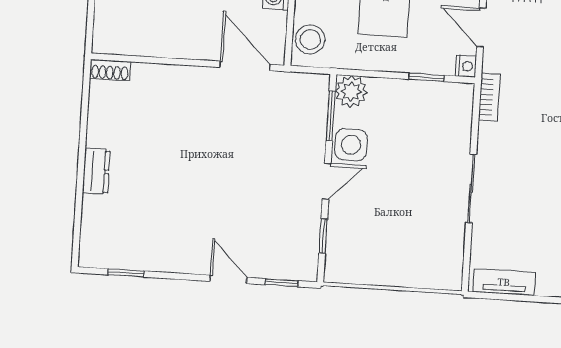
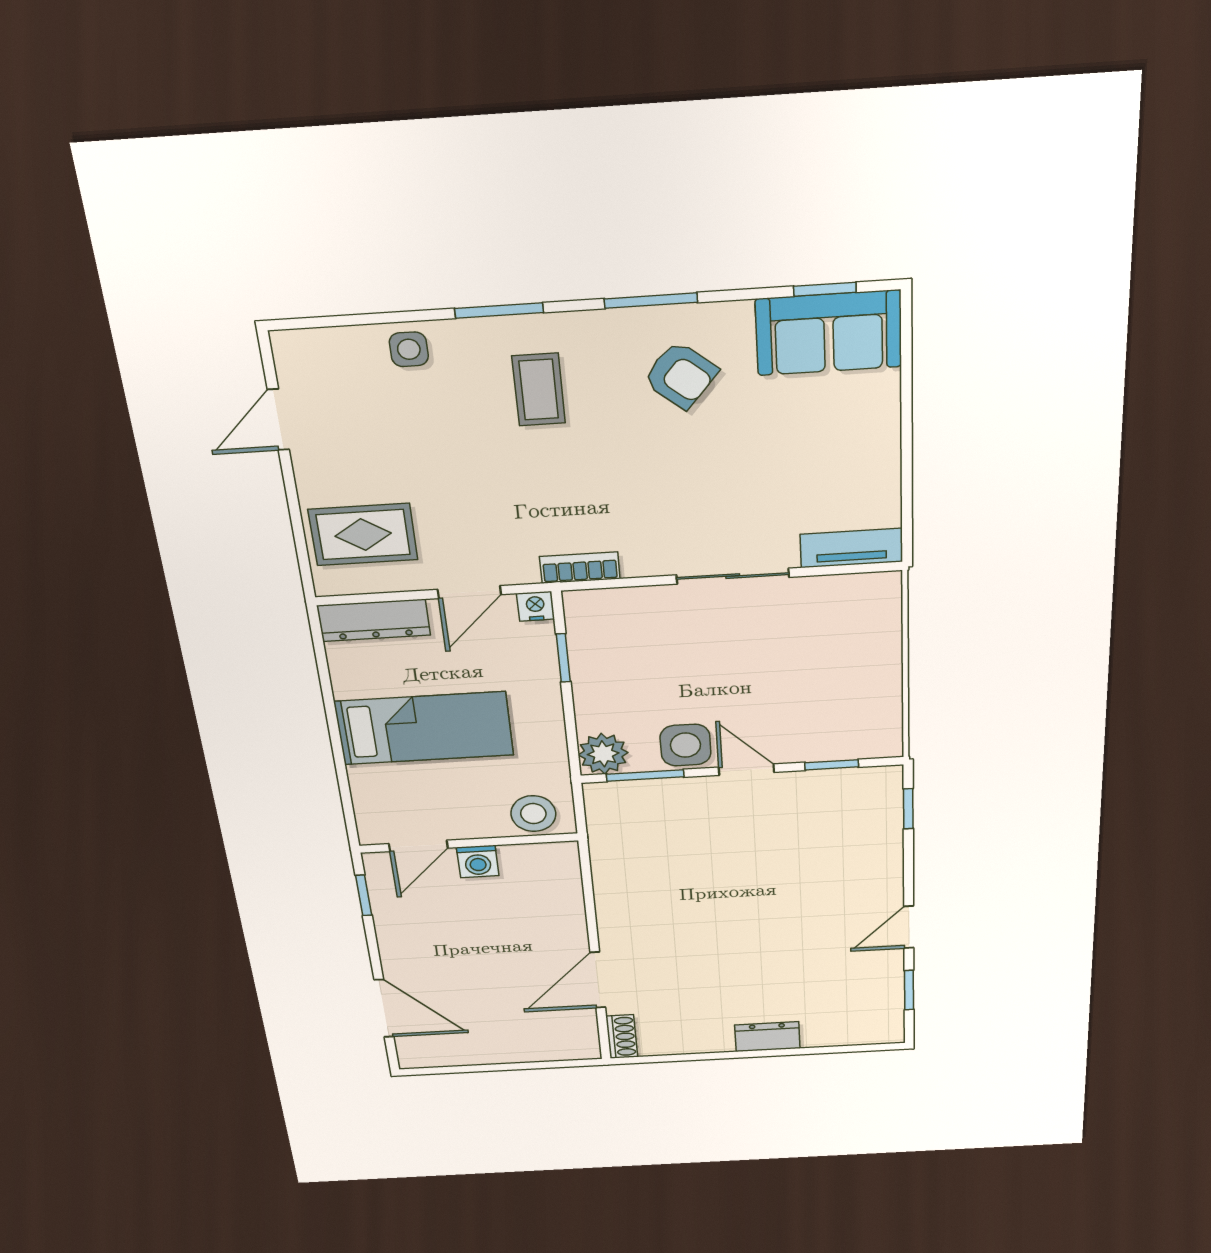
door: (245, 66) -> (598, 980), moved
door: (228, 279) -> (909, 927), moved
tv unit: (504, 282) -> (852, 548), moved, turned 90

